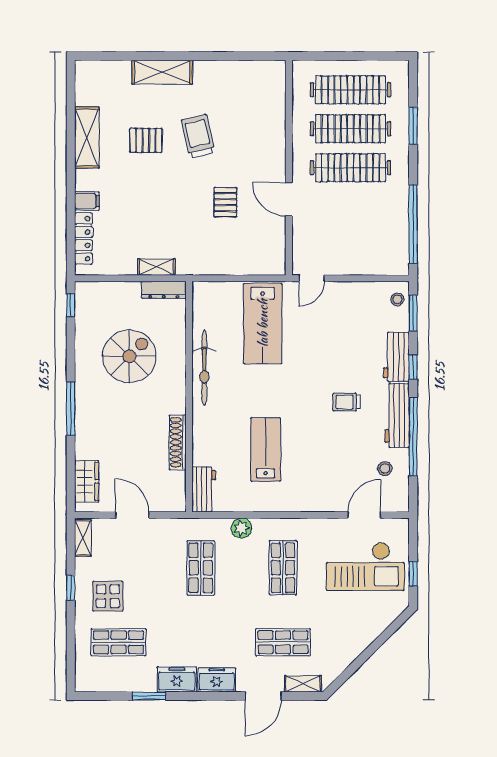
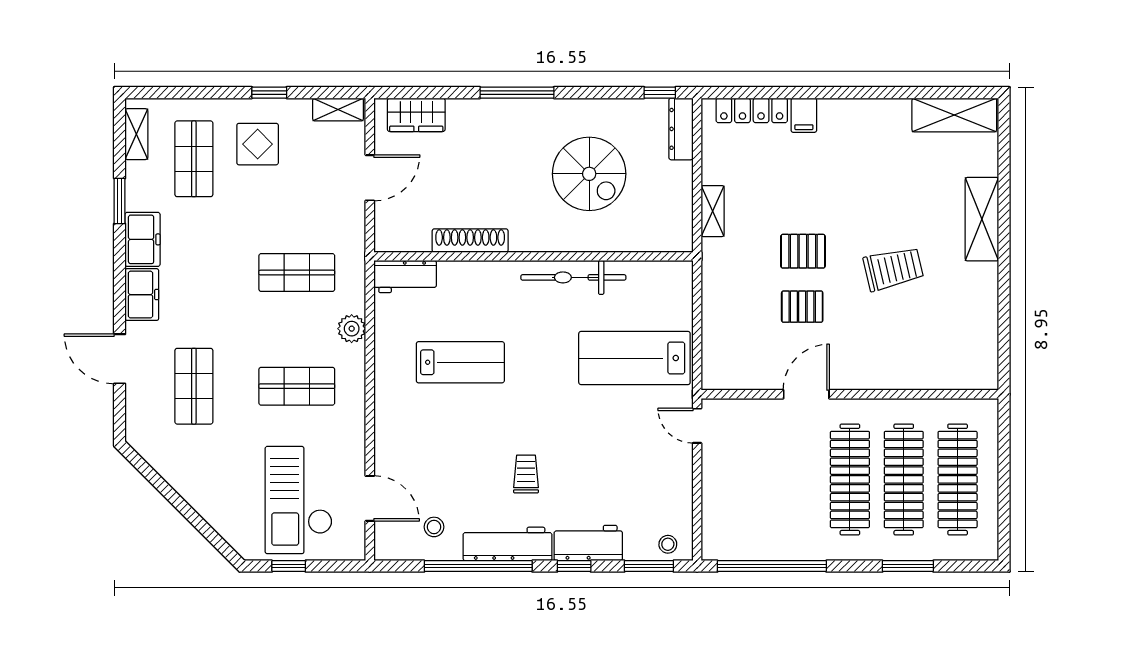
shelving: (87, 137) -> (954, 115), moved
pallet: (146, 140) -> (803, 251), moved, turned 90
dresser: (164, 290) -> (681, 129), moved
shelving: (303, 684) -> (136, 134), moved

